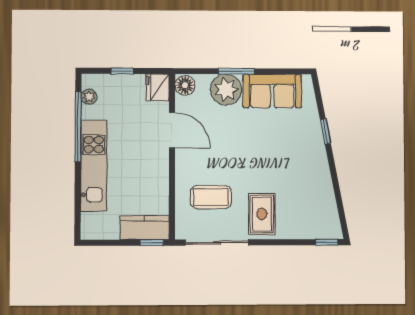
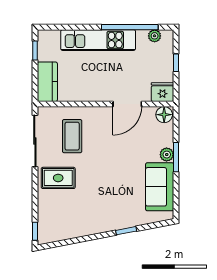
plant: (226, 90) -> (167, 155), width x0.53, depth x0.53
window: (152, 243) -> (35, 51), moved

